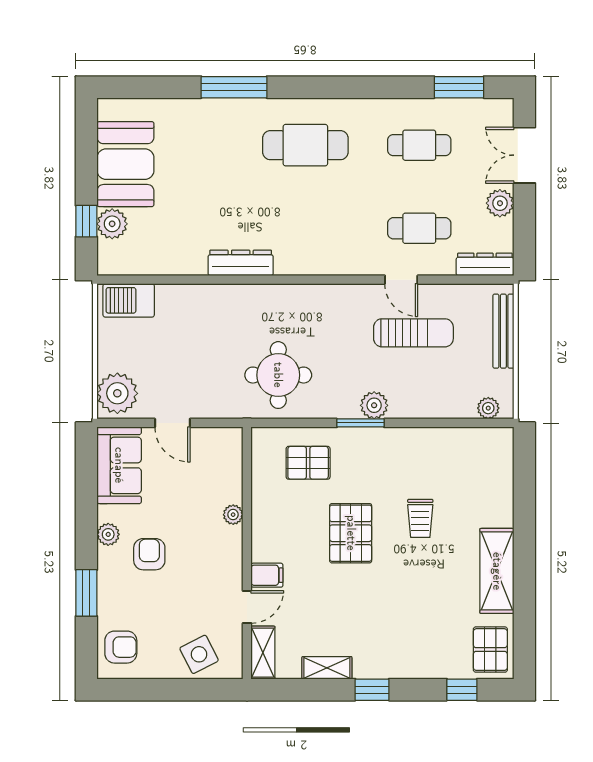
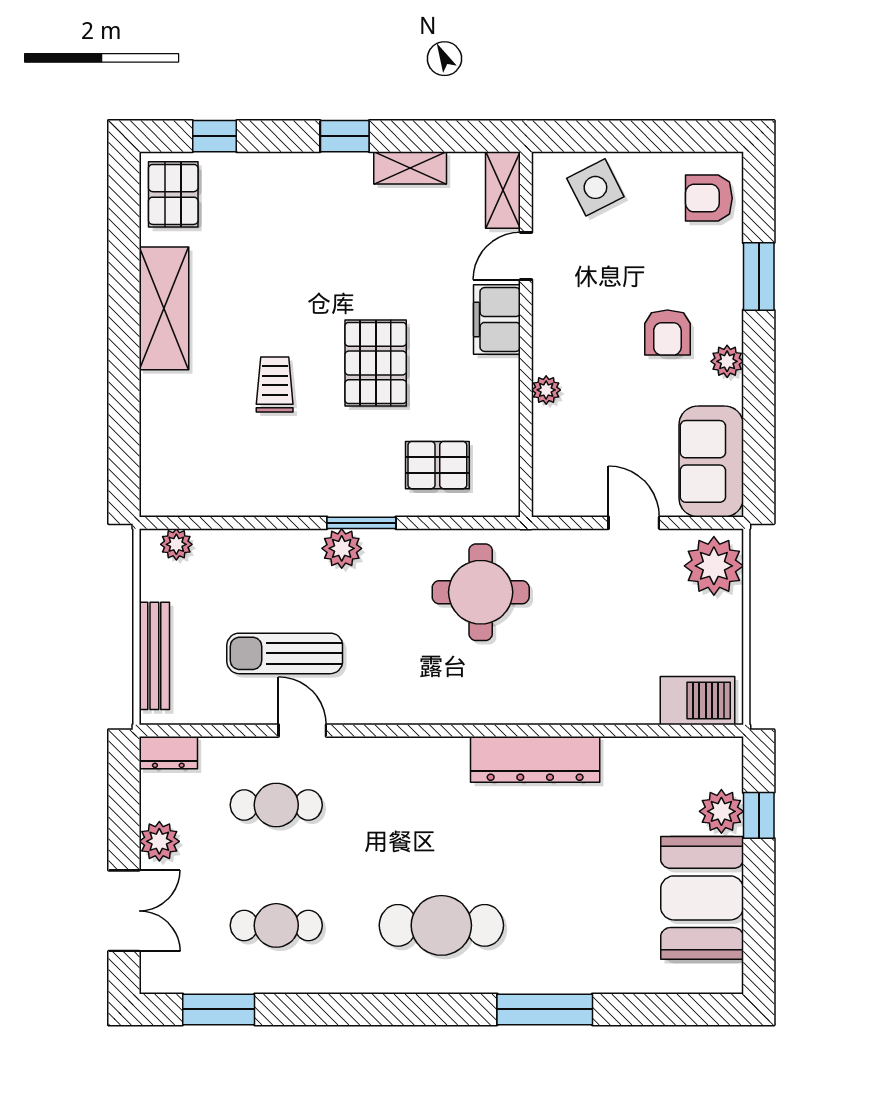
dresser: (241, 263) -> (535, 759), width x1.37, depth x1.24
dresser: (485, 264) -> (168, 753), width x0.70
filing cabinet: (267, 575) -> (497, 319), width x2.00

